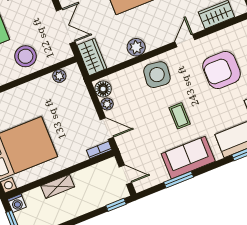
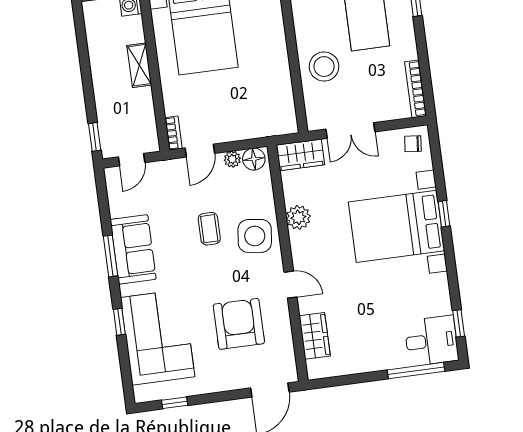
plant: (59, 76) -> (286, 105), removed
coffee table: (180, 116) -> (209, 229), moved, turned 90
window: (179, 180) -> (111, 256), moved

